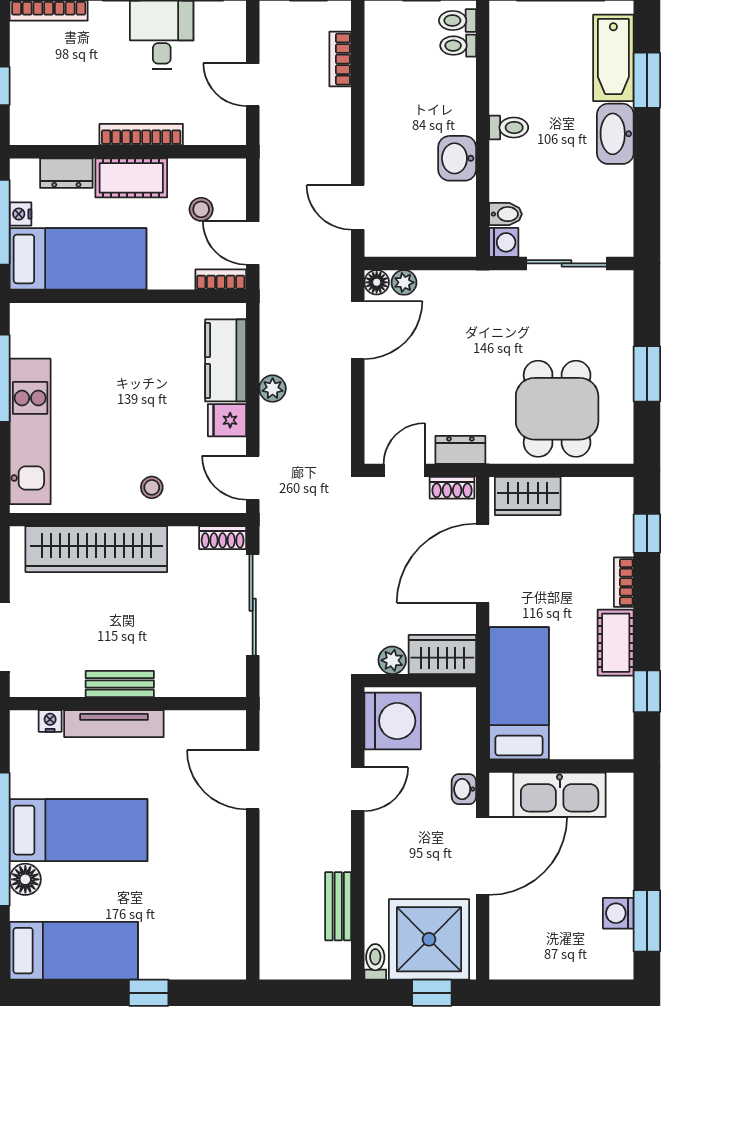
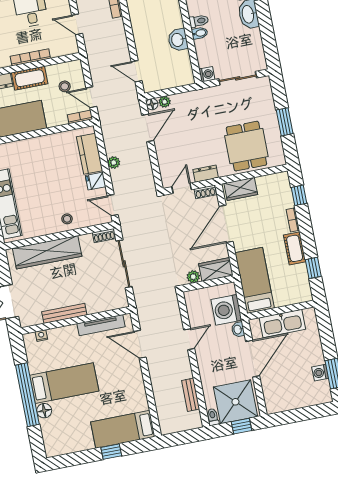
bidet: (506, 214) -> (200, 33), moved
bench: (120, 684) -> (64, 313), width x1.36
washing machine: (393, 721) -> (226, 310), moved, turned 180
tv unit: (114, 724) -> (101, 325), moved
bed: (74, 951) -> (123, 429), moved, turned 180

